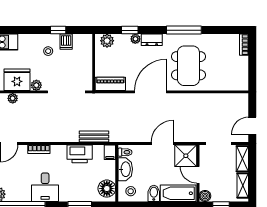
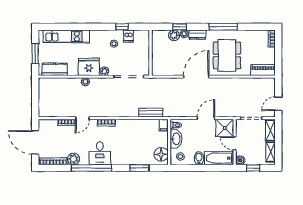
plant: (107, 41) -> (174, 35), moved
piano: (110, 84) -> (263, 70), moved
printer: (80, 154) -> (139, 126), removed
desk: (45, 187) -> (100, 153), moved

